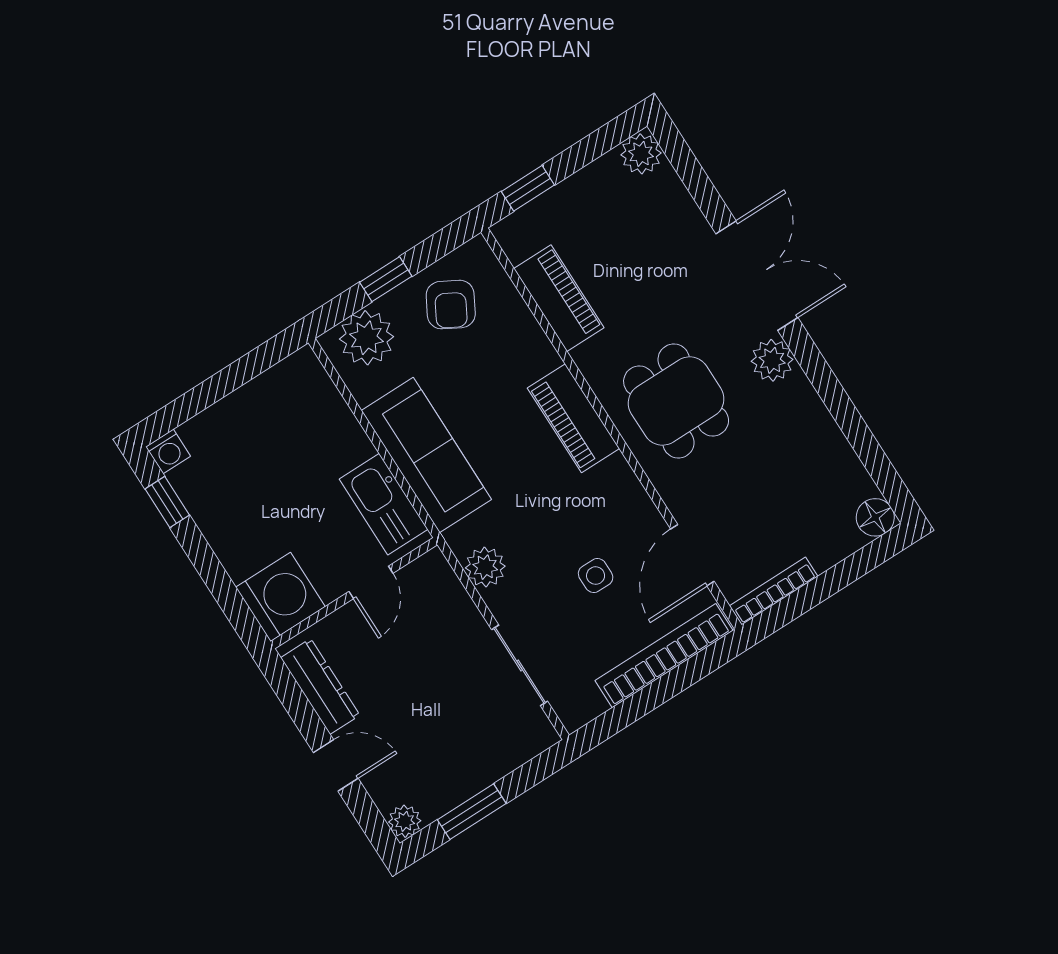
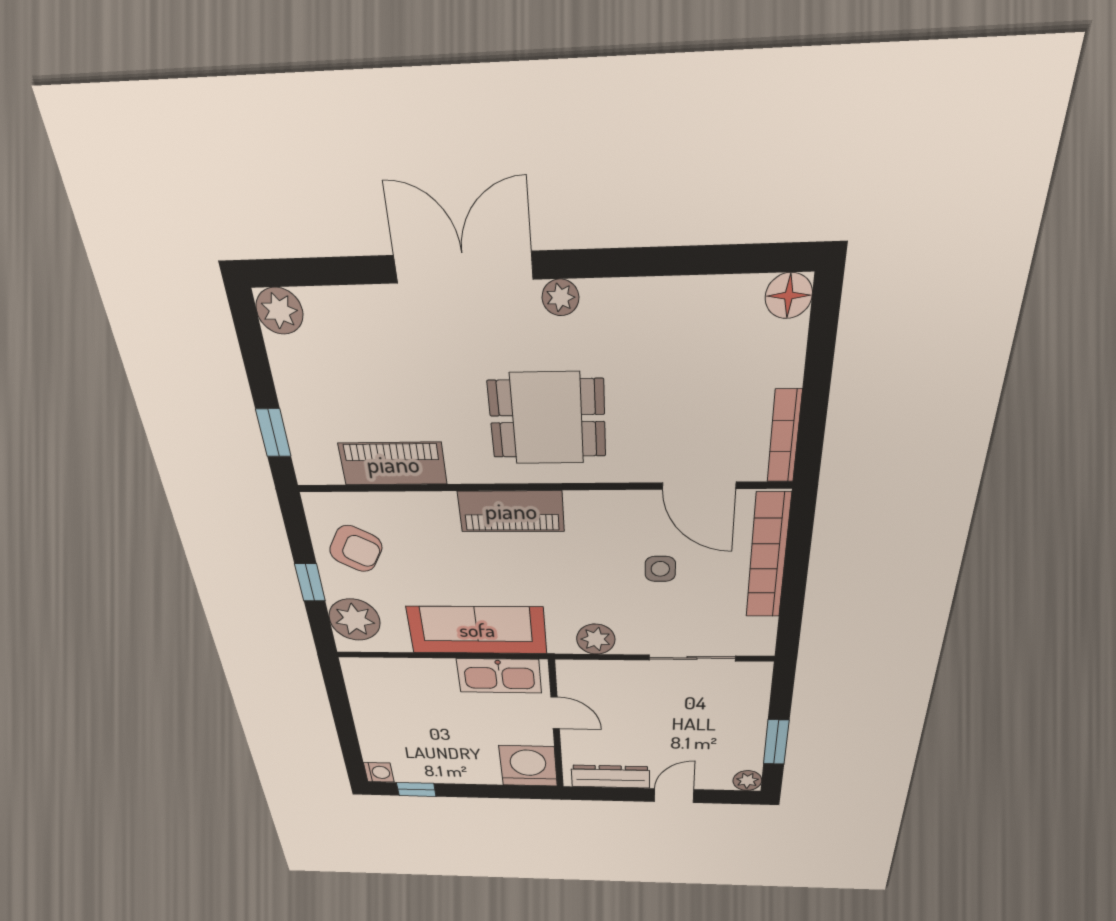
plant: (772, 360) -> (560, 297), width x0.73, depth x0.73

